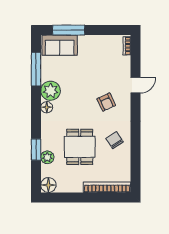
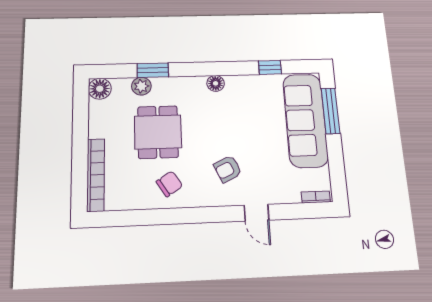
sofa: (60, 45) -> (305, 120), width x1.85, depth x1.27
window: (36, 69) -> (270, 67), width x0.46
plant: (51, 91) -> (240, 88), removed
dining table: (80, 147) -> (158, 132), turned 90

